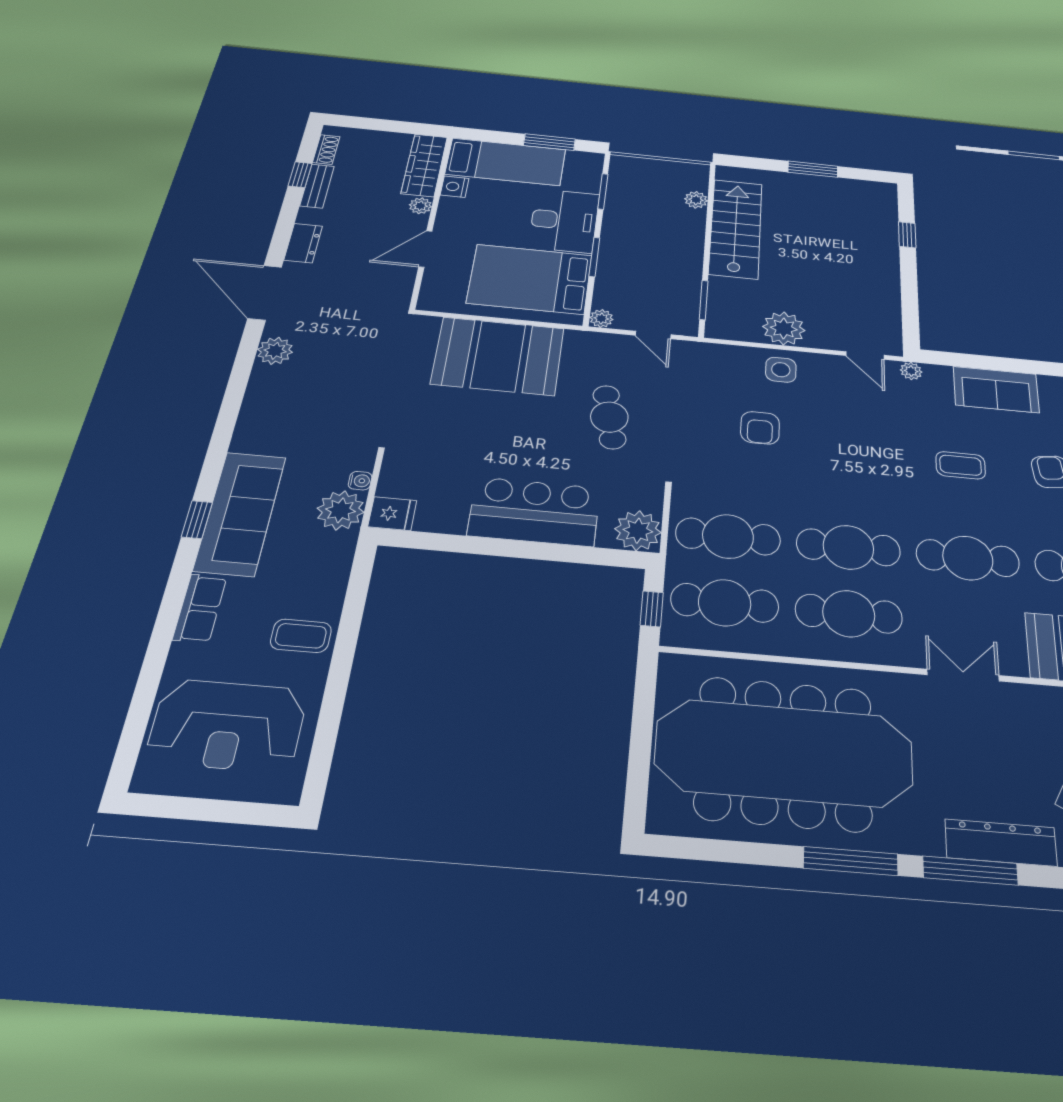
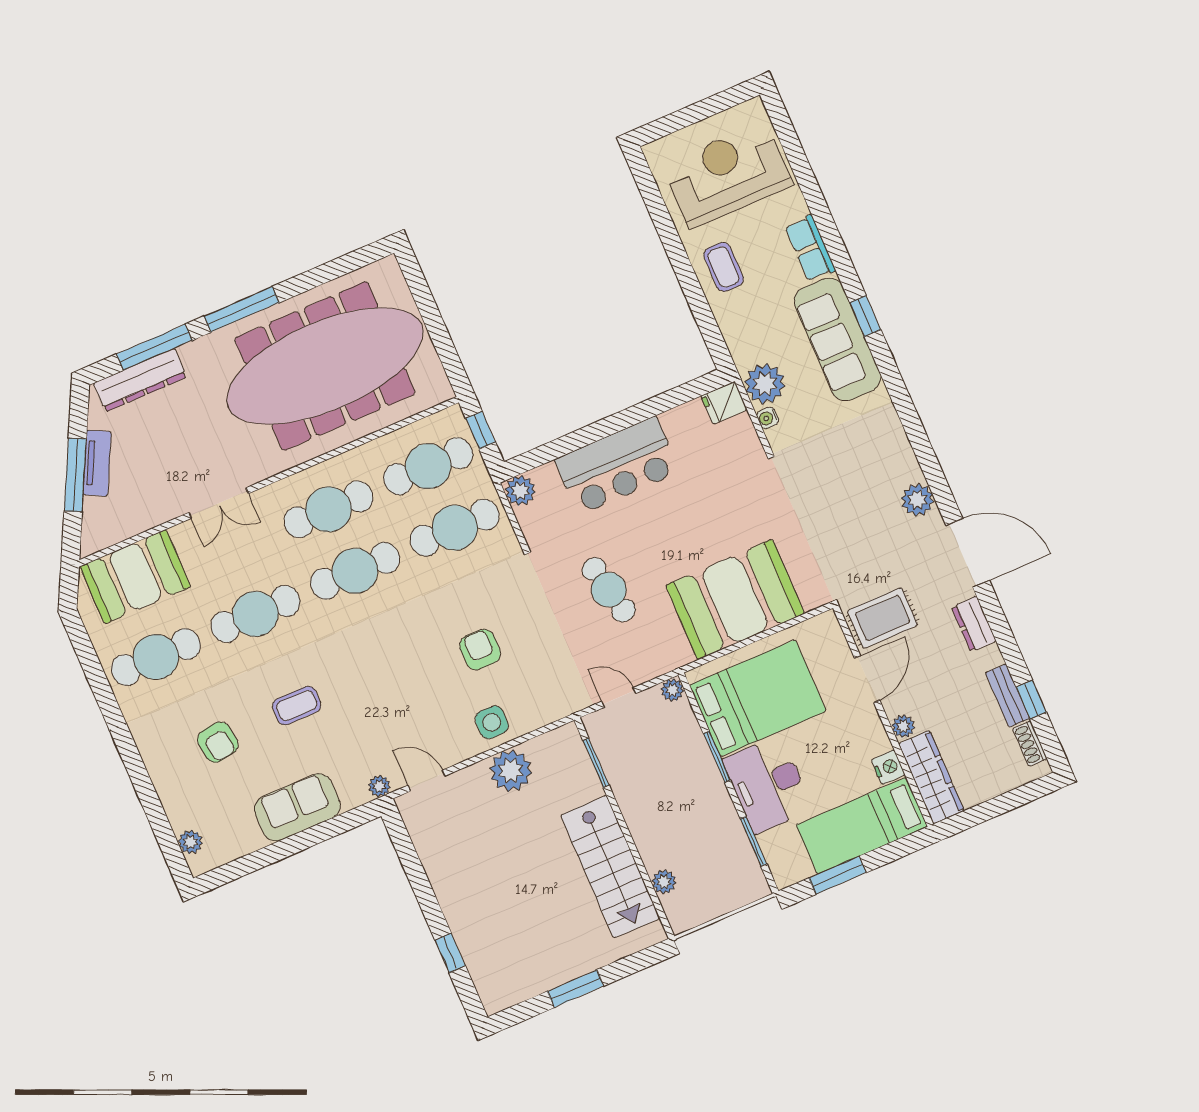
rug: (378, 283) -> (882, 618), added
plant: (638, 531) -> (520, 491), width x0.73, depth x0.73
coffee table: (301, 636) -> (723, 267), turned 90

